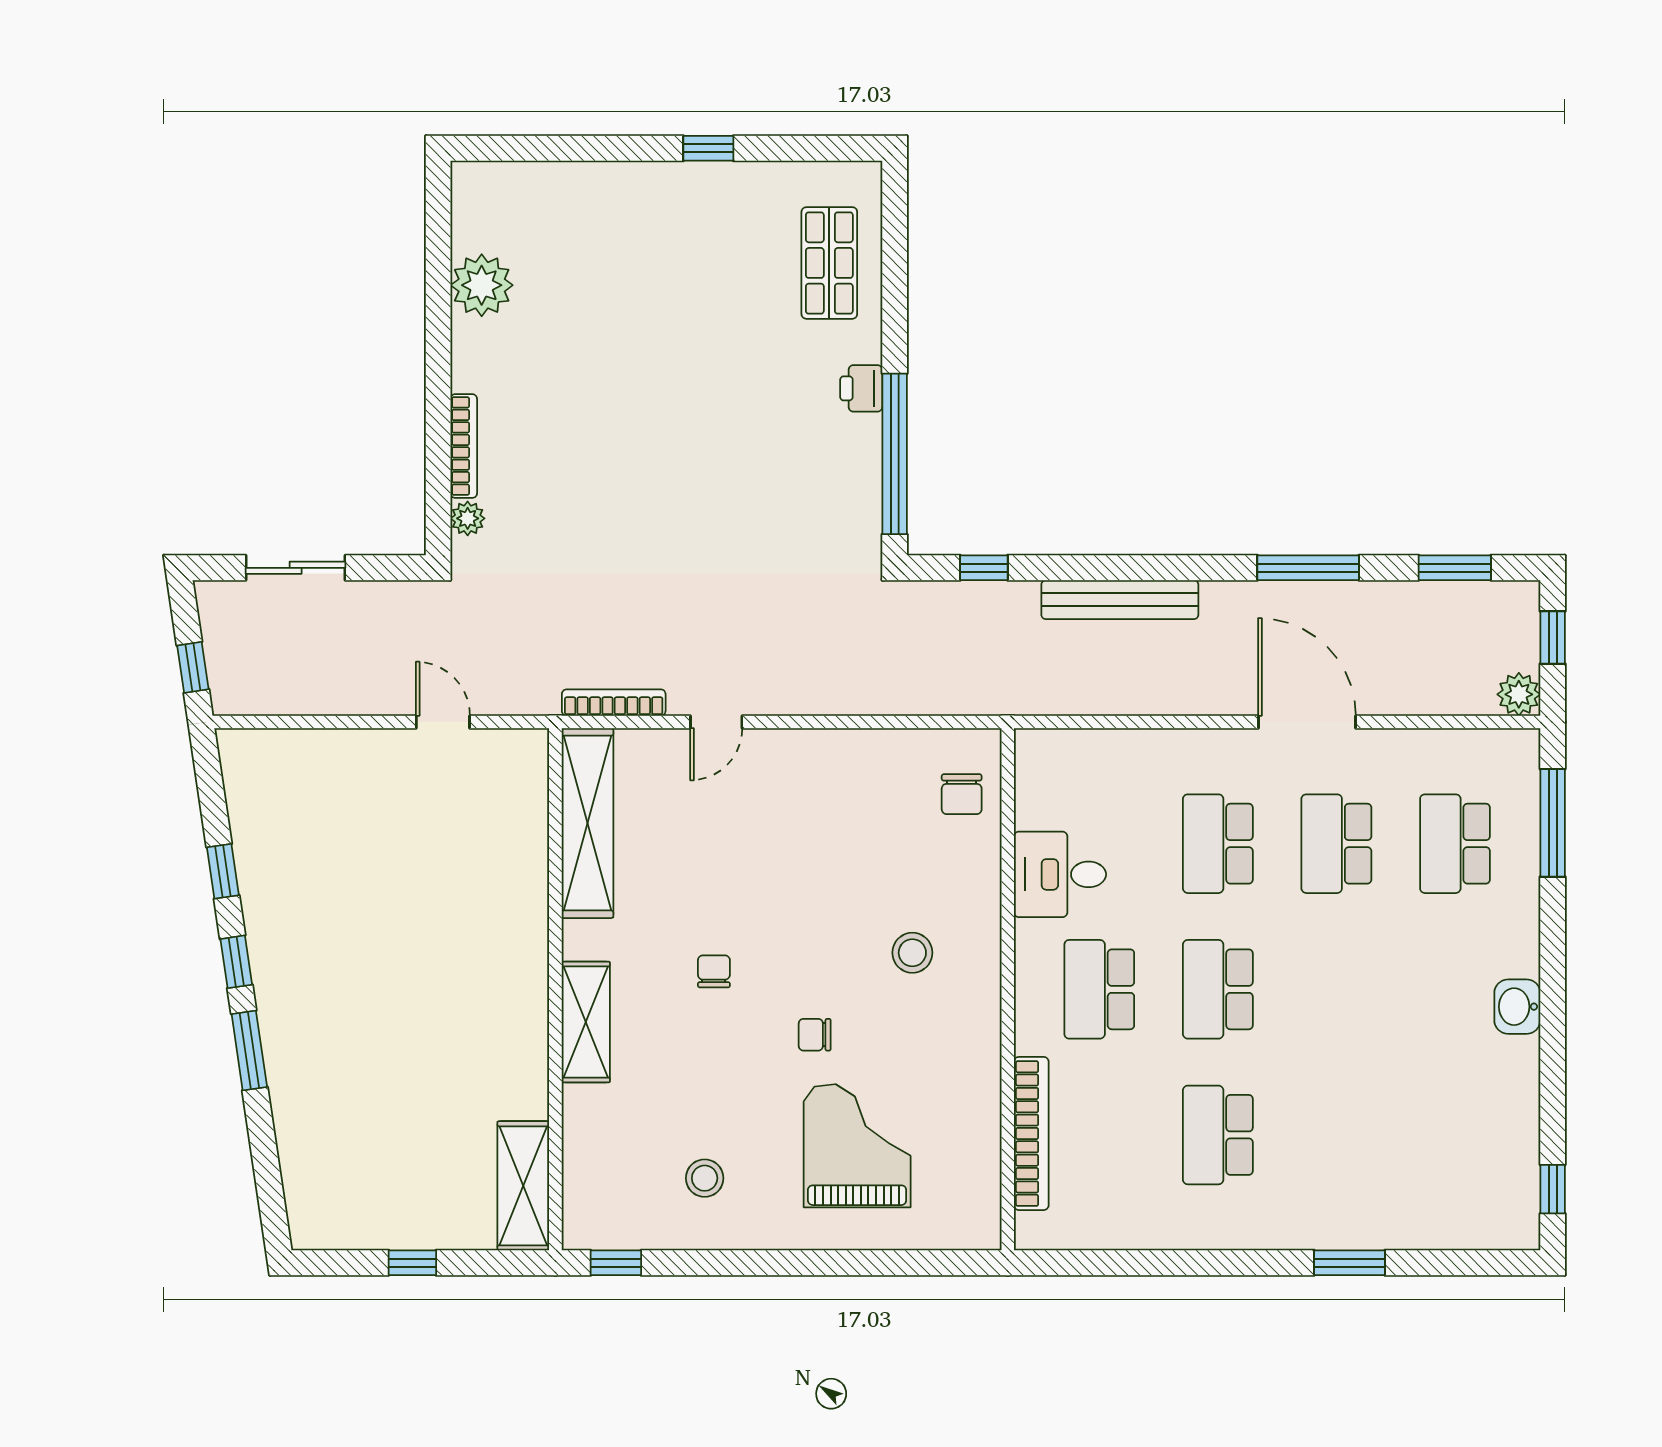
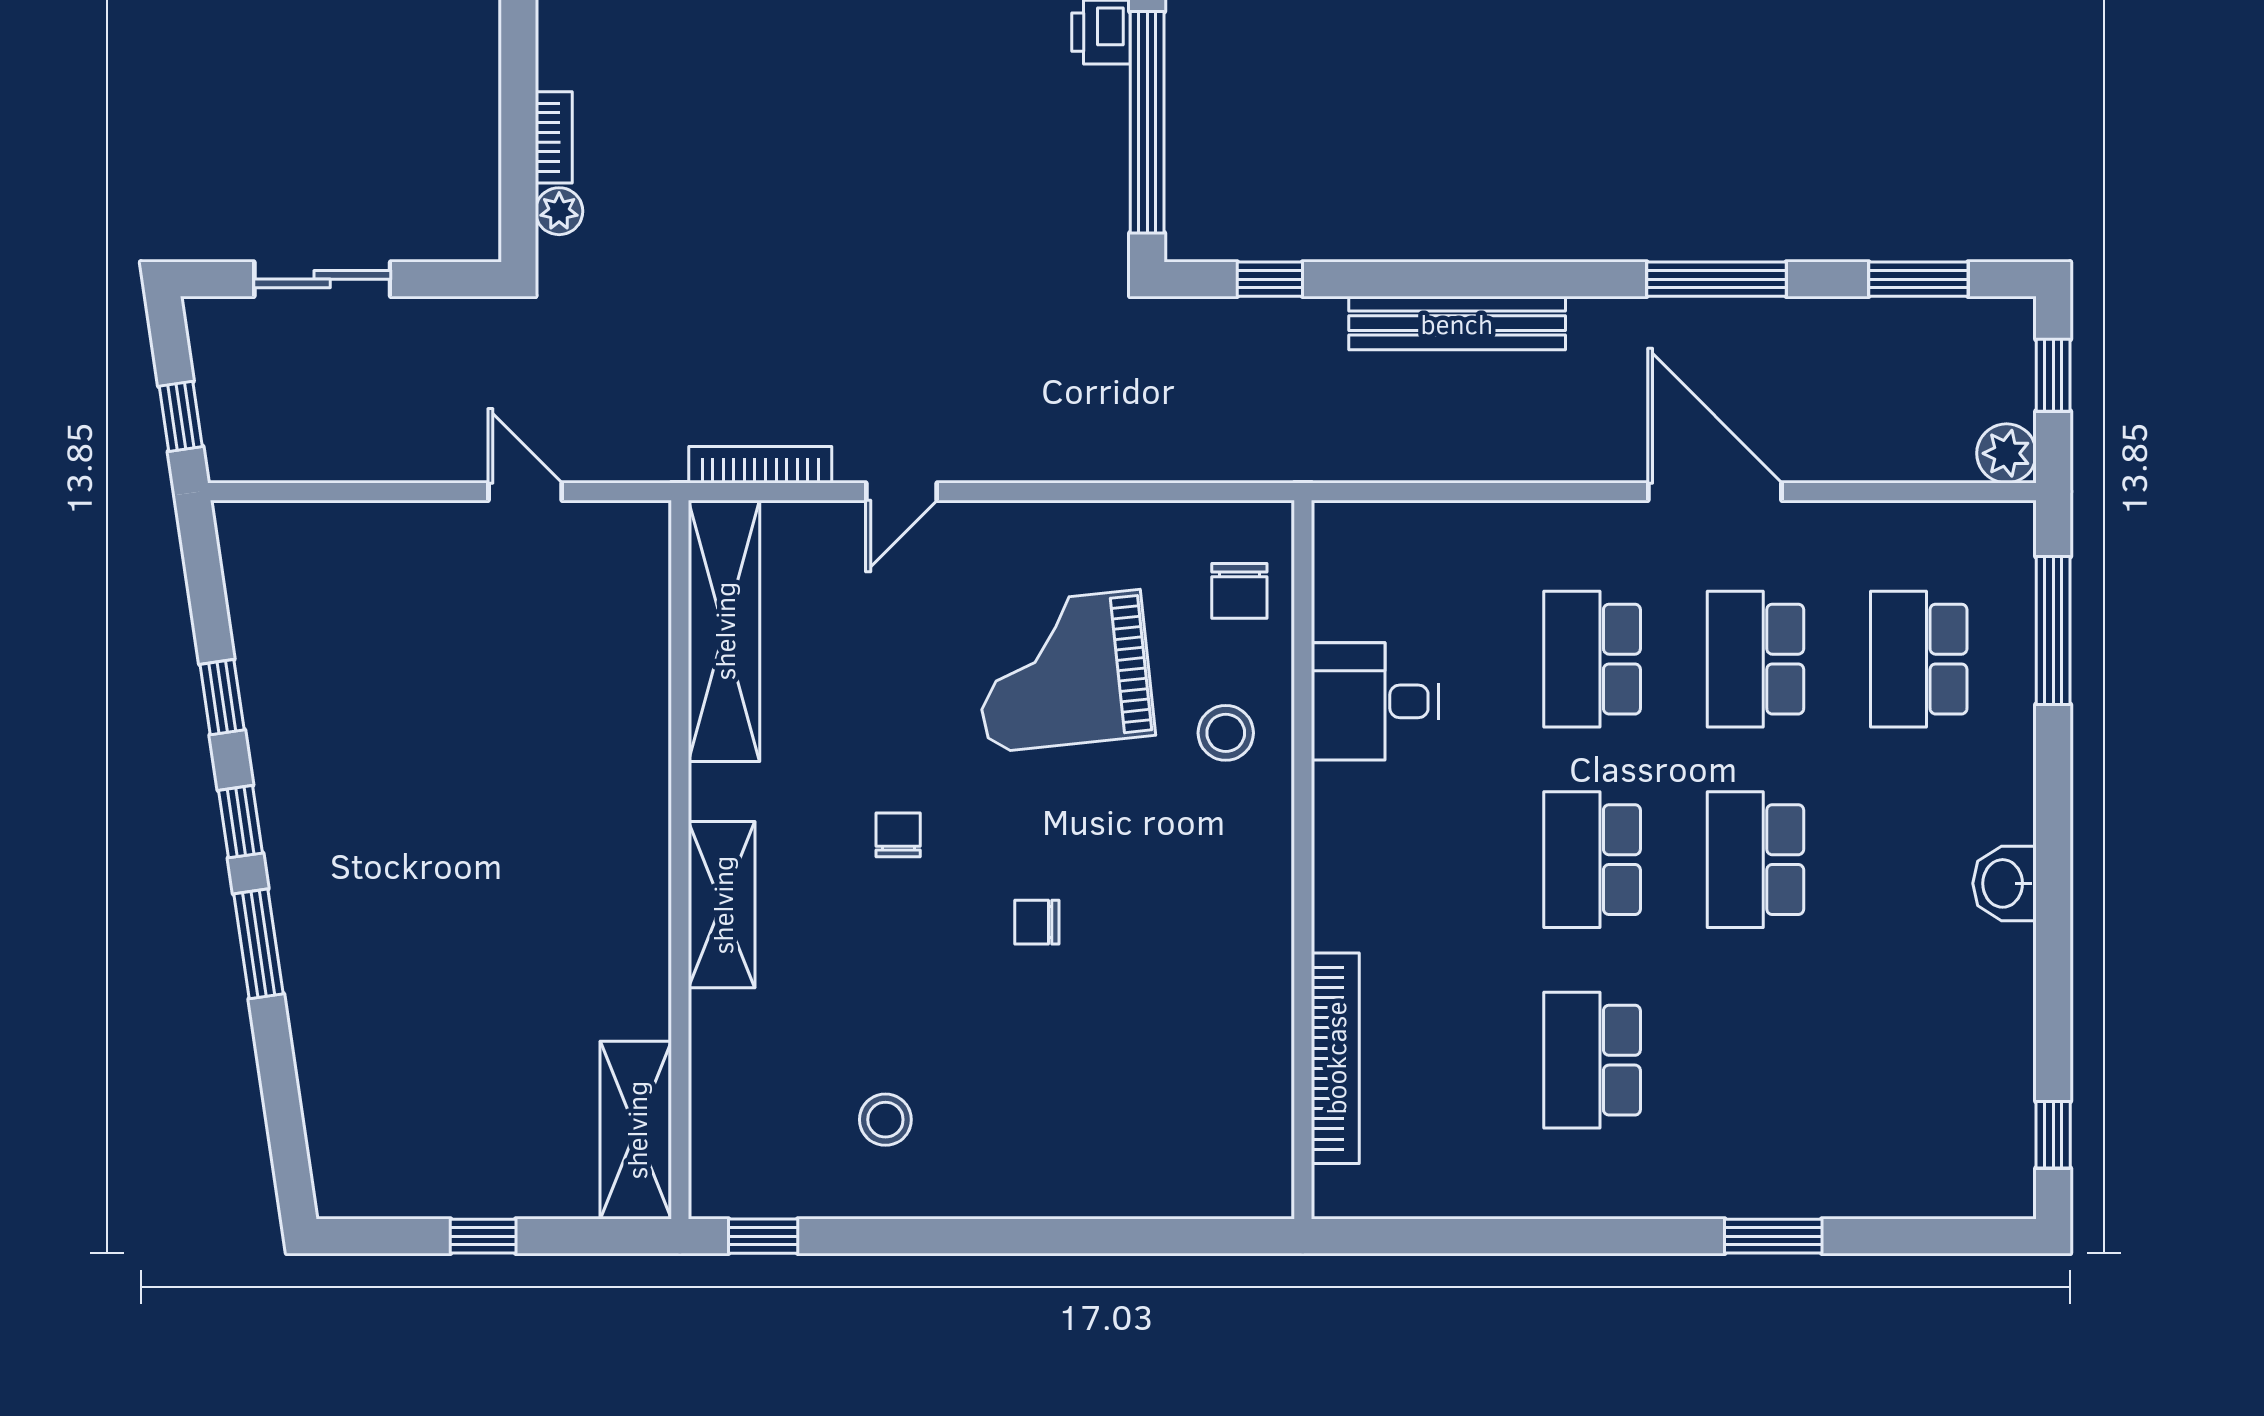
bookcase: (464, 446) -> (554, 137), width x0.64
stool: (912, 953) -> (1226, 733), moved
school desk: (1099, 989) -> (1755, 860), moved
grand piano: (857, 1146) -> (1063, 671), moved, turned -96

